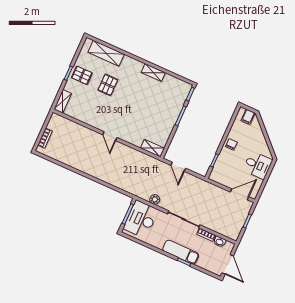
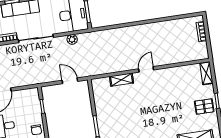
pallet: (108, 85) -> (176, 113), removed
door: (110, 136) -> (146, 69), hinge flipped
shelving: (152, 148) -> (122, 80), moved

